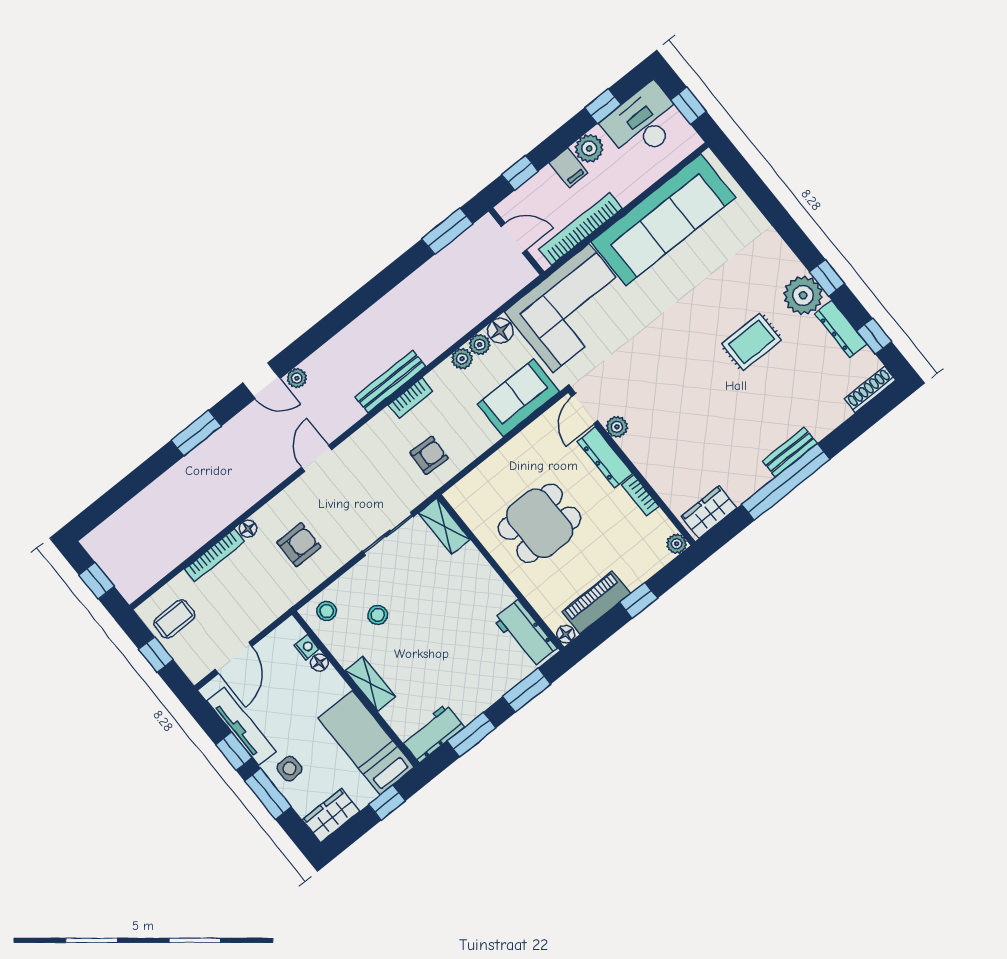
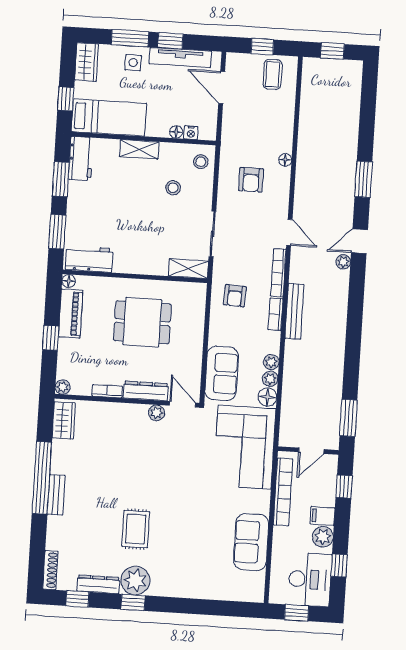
sofa: (663, 220) -> (251, 542), width x0.54, depth x0.79
dining table: (540, 523) -> (142, 322), turned 90
bookcase: (214, 555) -> (278, 273), moved

